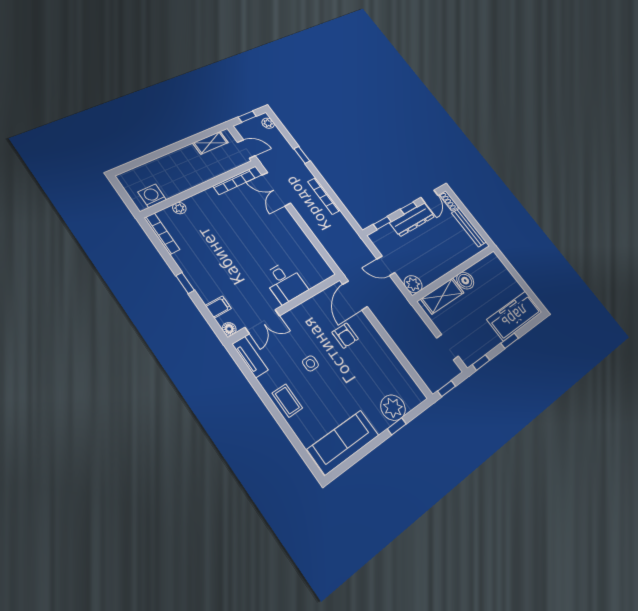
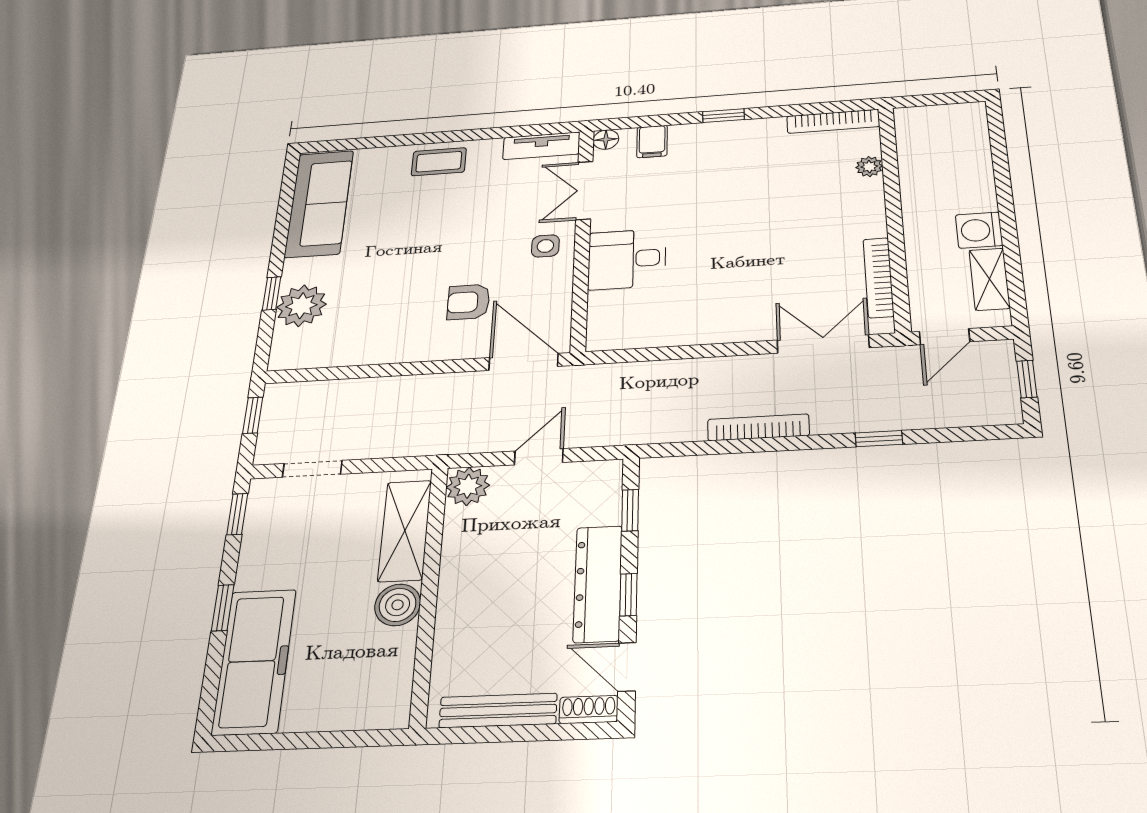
plant: (268, 123) -> (992, 413), removed
washing machine: (152, 196) -> (979, 230), moved, turned 180
side table: (310, 363) -> (545, 246), moved

